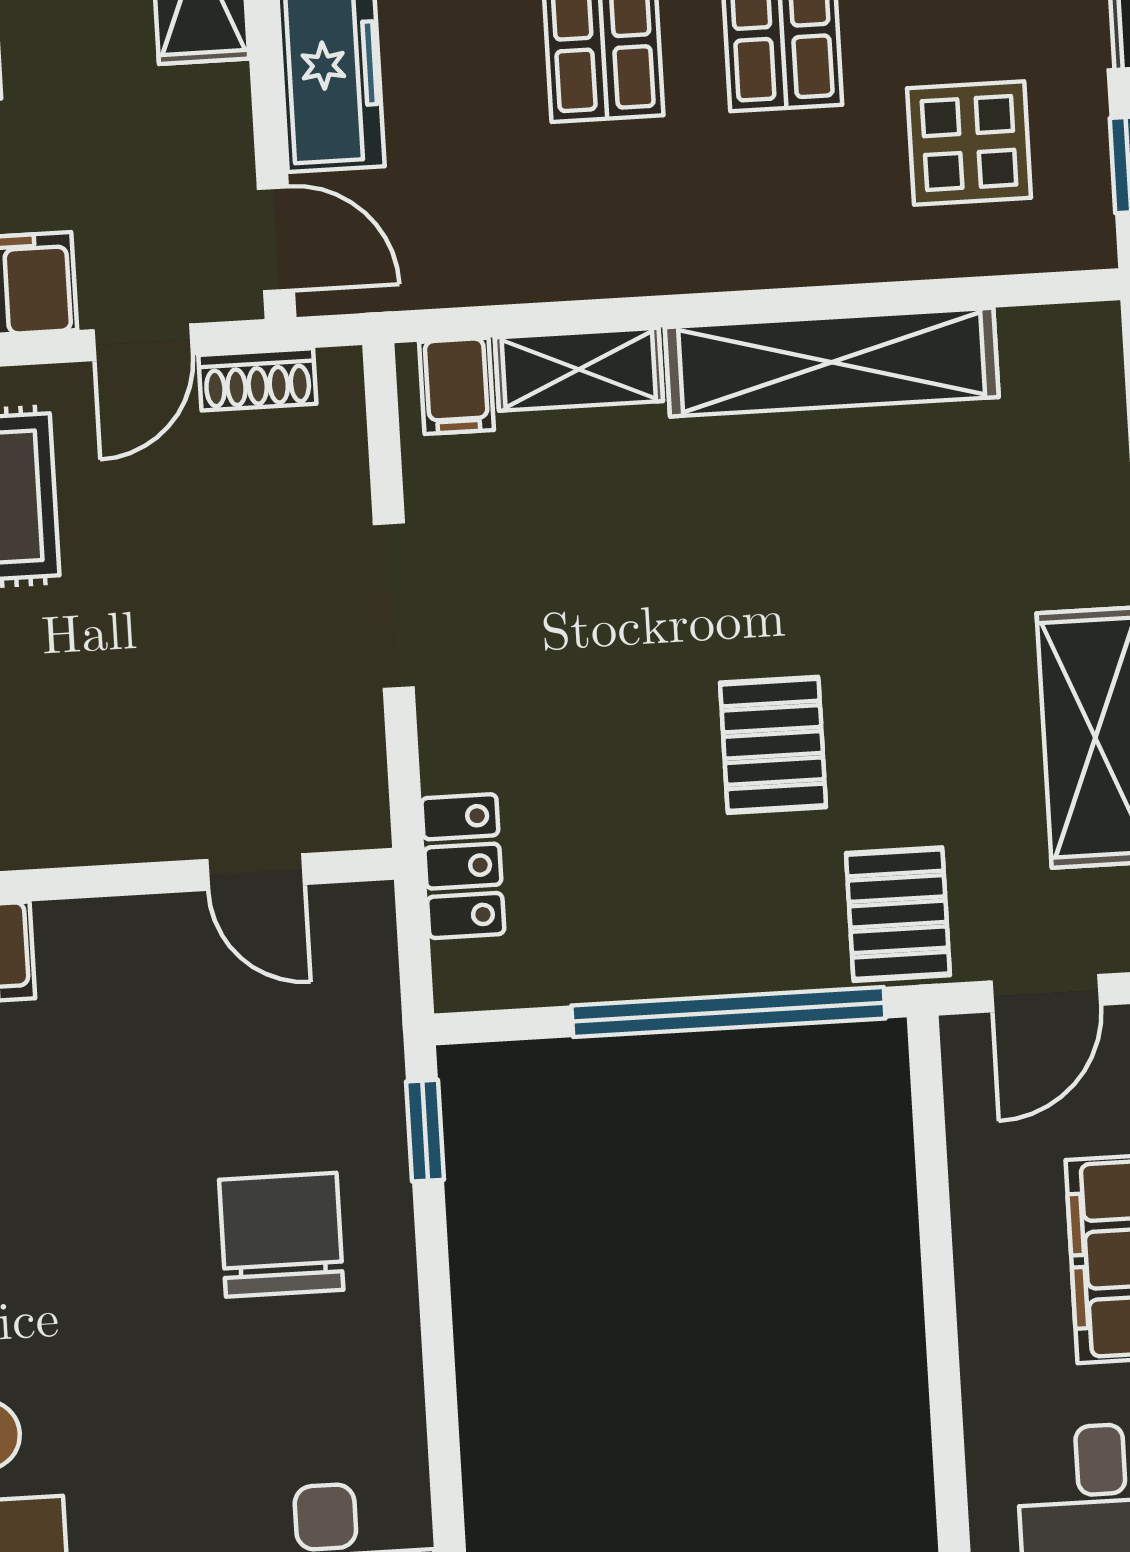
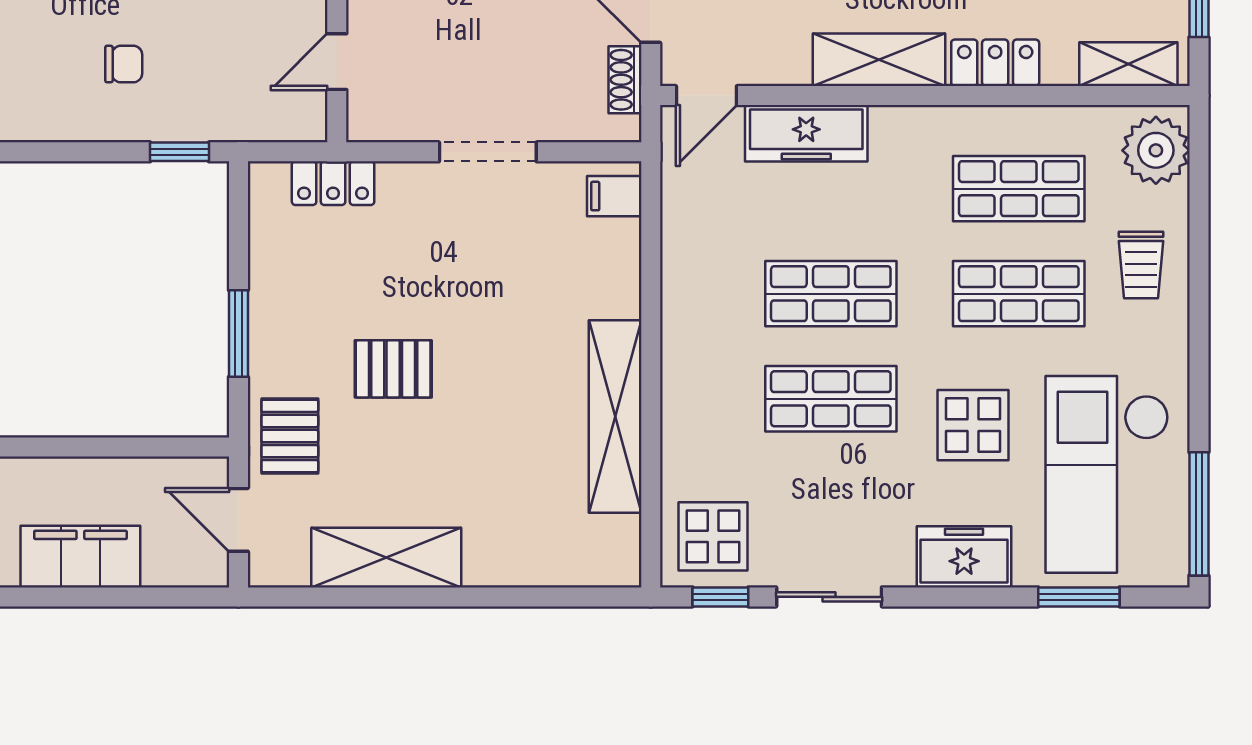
display table: (969, 143) -> (713, 536), moved
shelving: (579, 369) -> (620, 268), removed
pallet: (898, 914) -> (290, 436), turned 90
window: (728, 1012) -> (238, 333), width x0.47
chair: (281, 1235) -> (124, 64), width x0.54, depth x0.54

